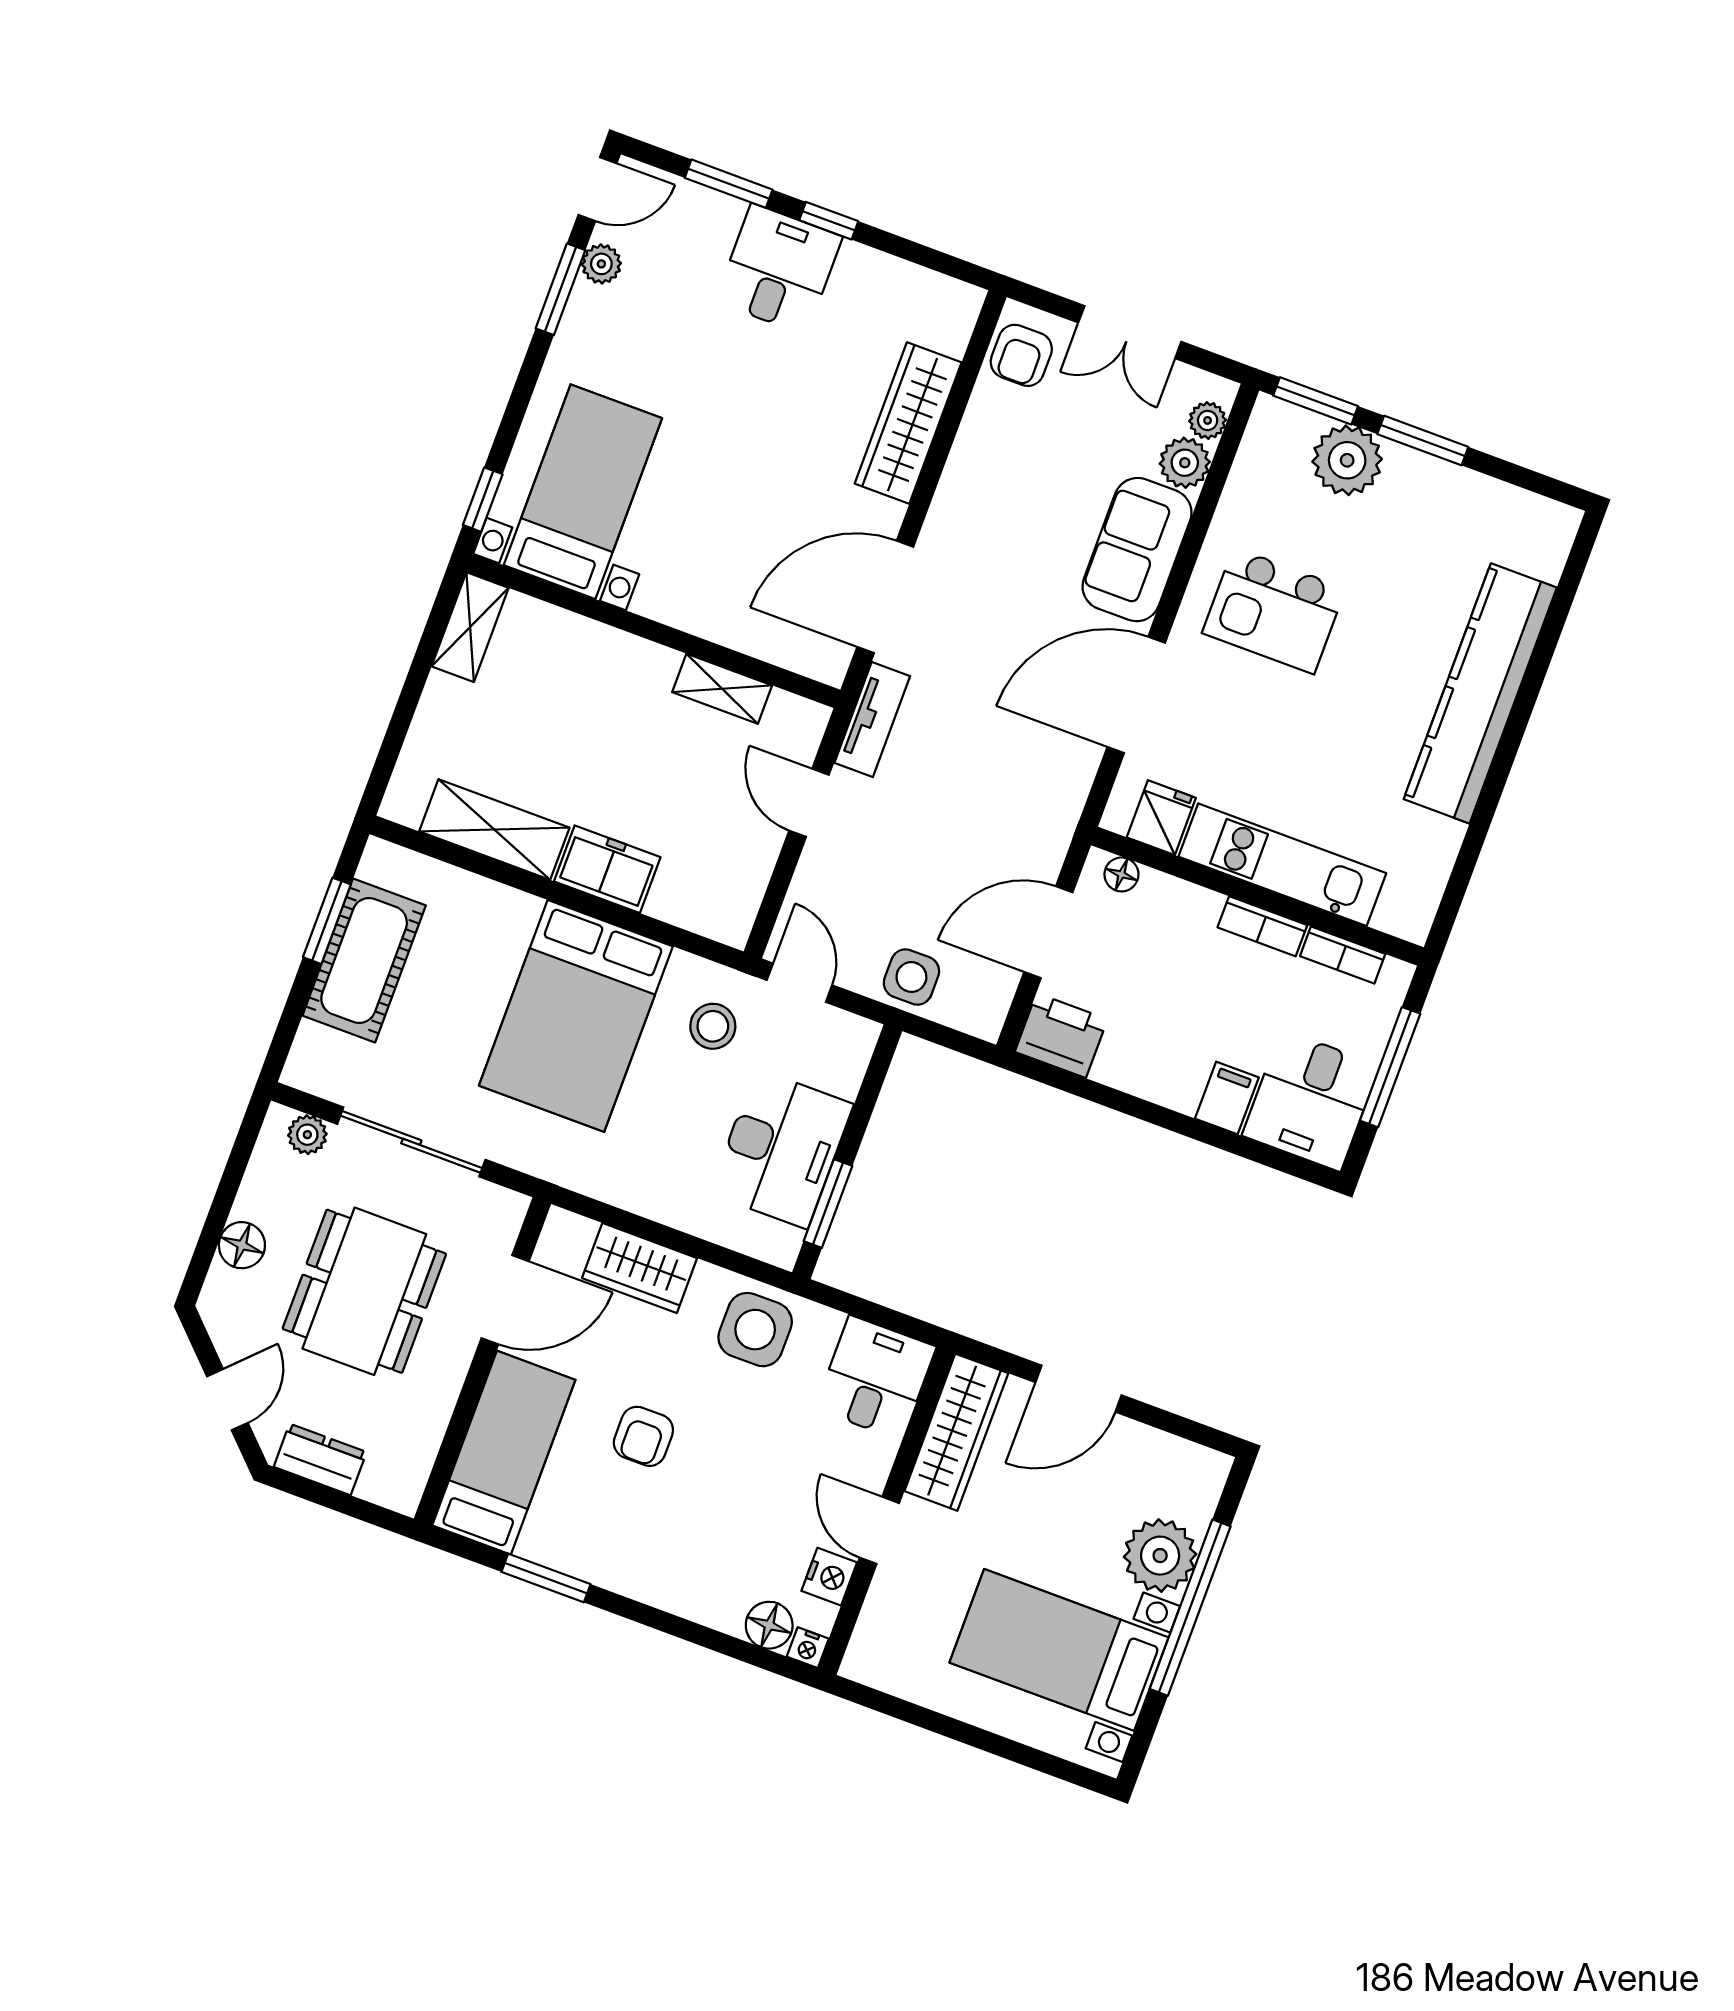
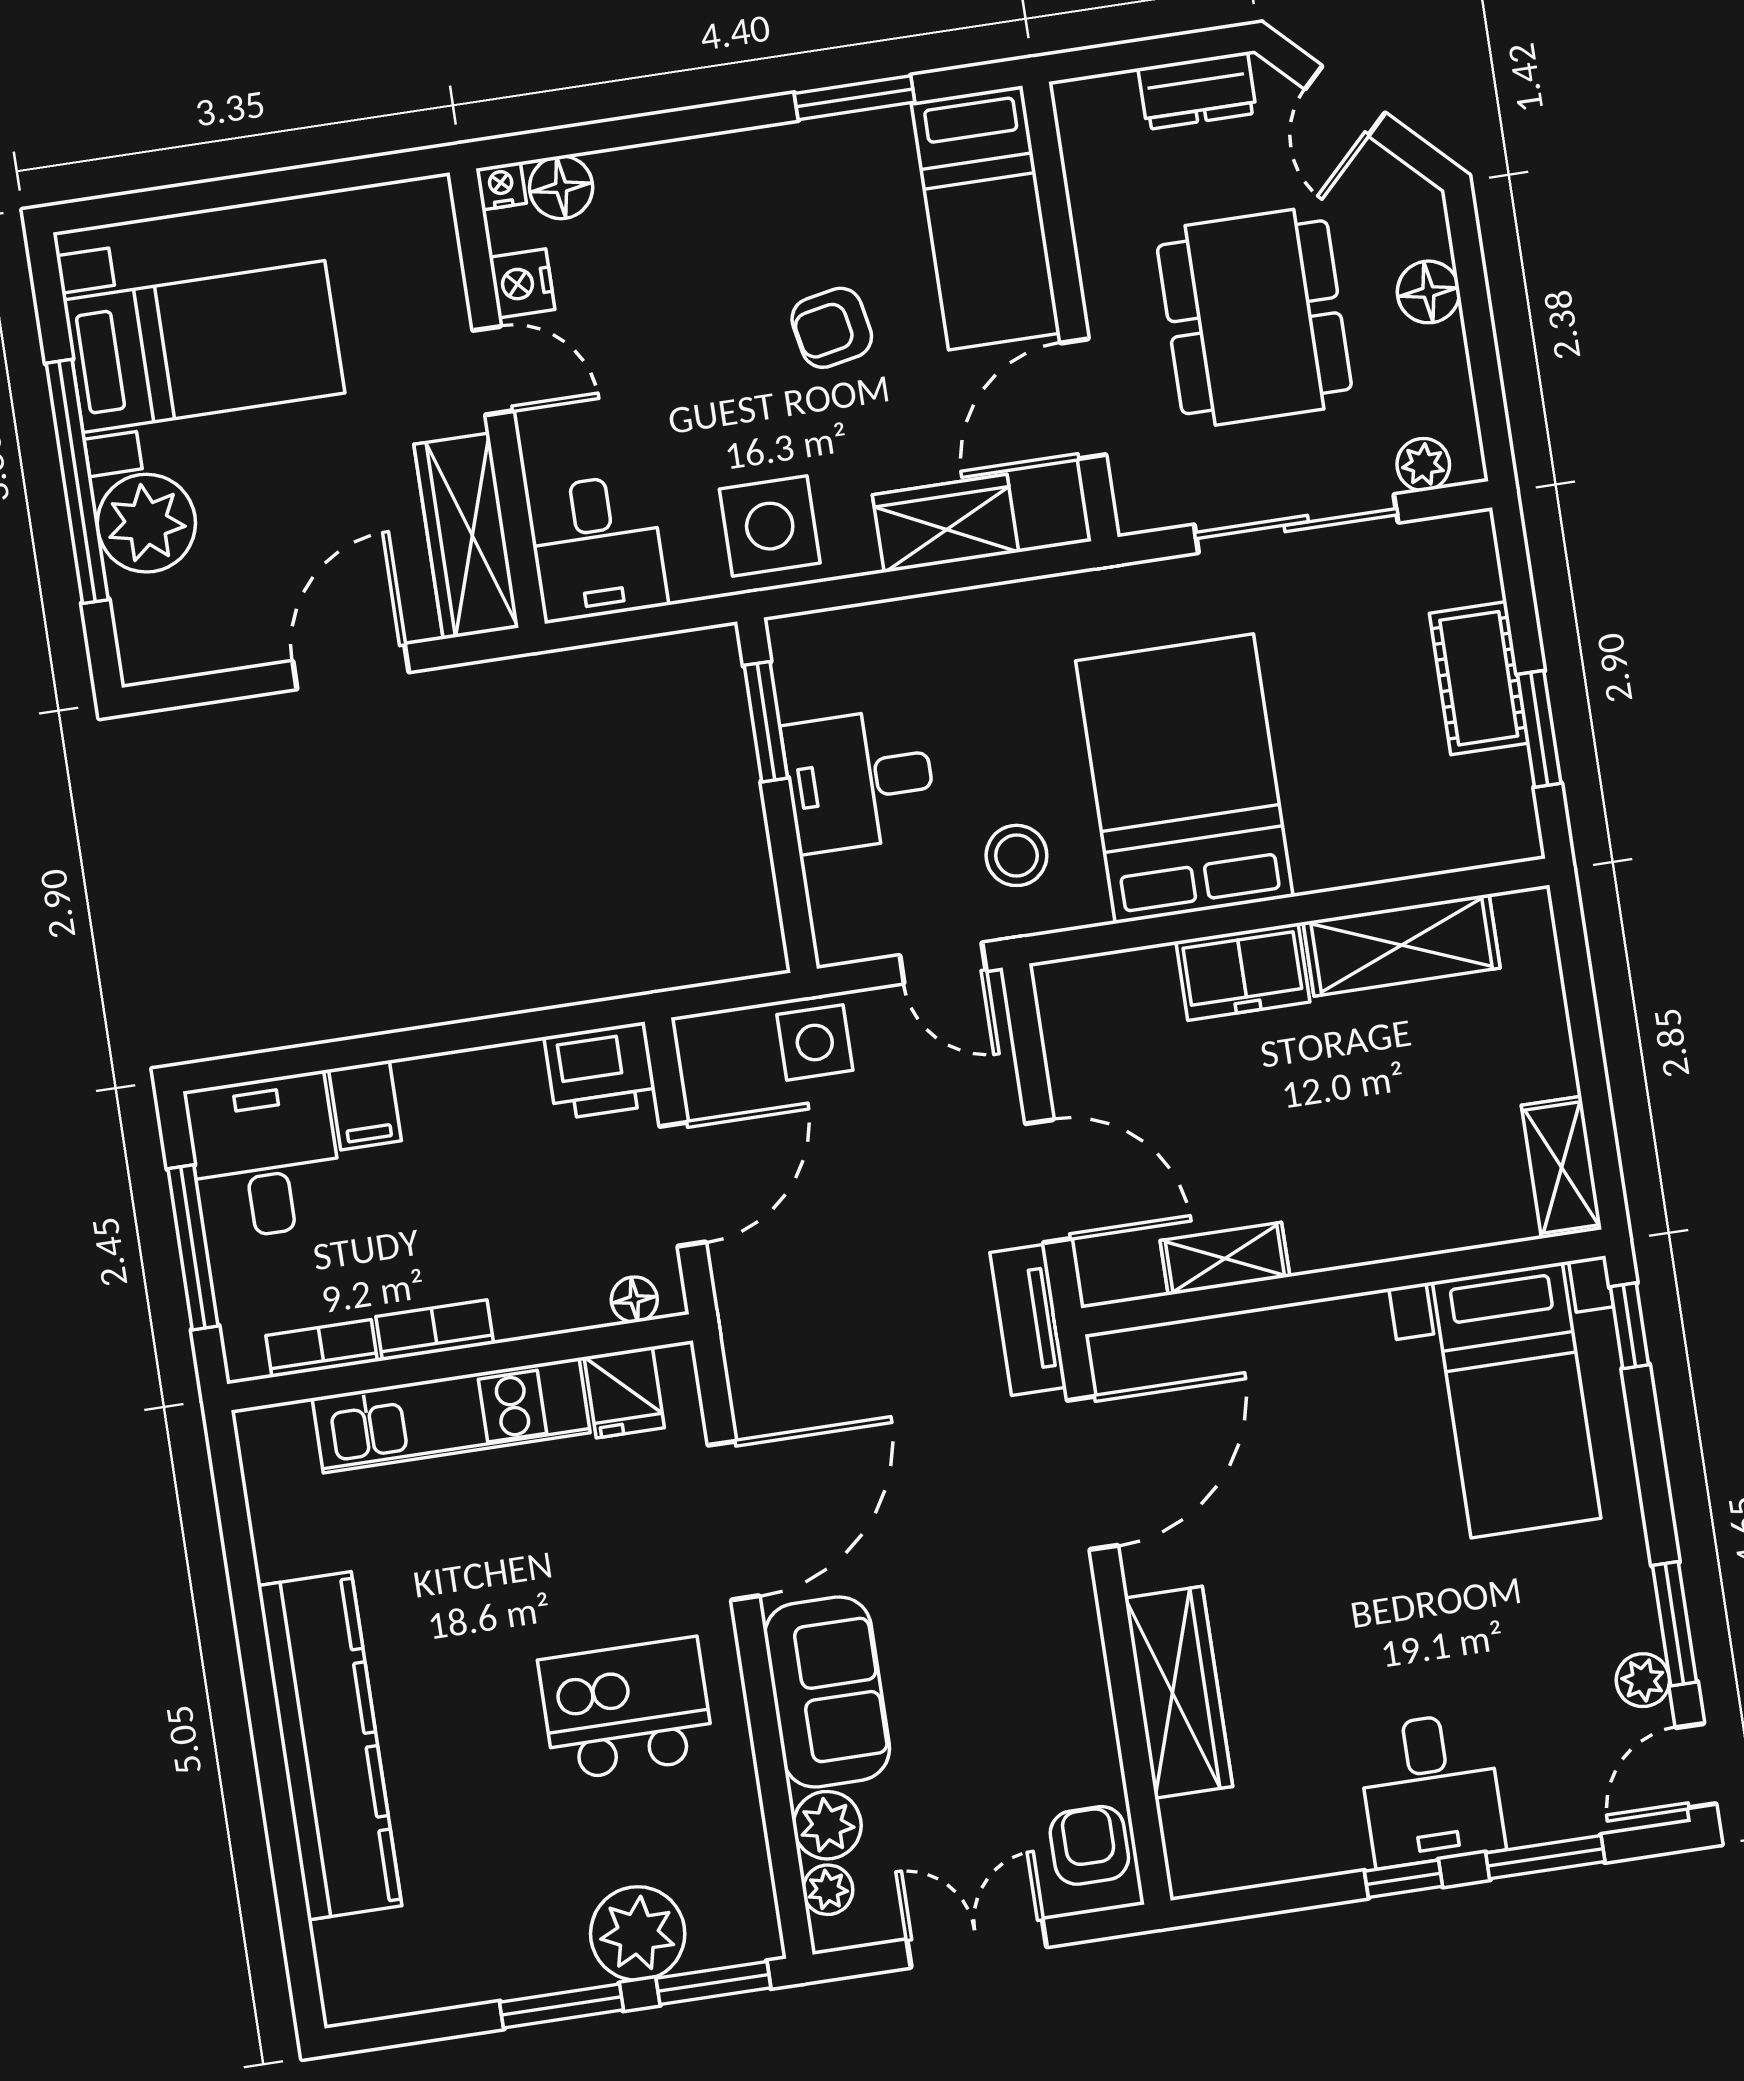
door: (809, 803) -> (1048, 1181), width x1.38
cot: (364, 961) -> (1479, 678), width x0.73, depth x0.75
desk: (782, 1149) -> (860, 780), width x0.73
armchair: (643, 1436) -> (832, 328), turned -101

